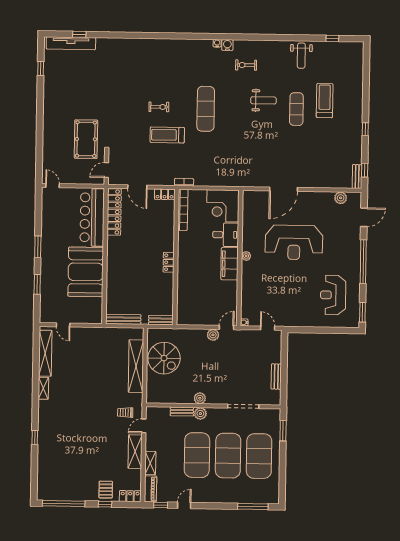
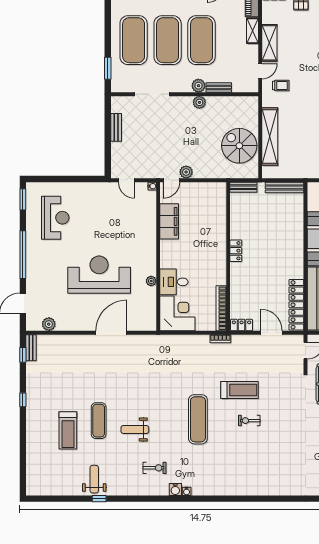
window: (332, 38) -> (99, 499), moved
plant: (246, 256) -> (151, 281), moved
filing cabinet: (230, 264) -> (169, 221), moved

